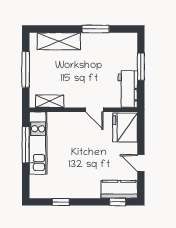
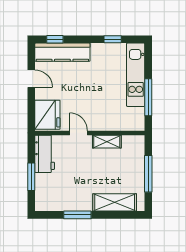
shelving: (50, 101) -> (107, 142), moved
kitchen unit: (38, 143) -> (136, 75), moved
kitchen counter: (119, 189) -> (62, 52), width x1.50

